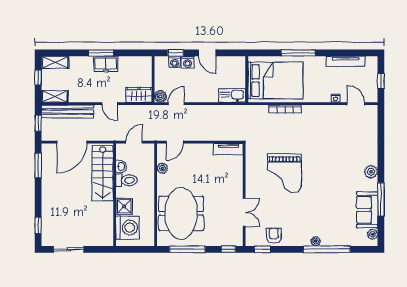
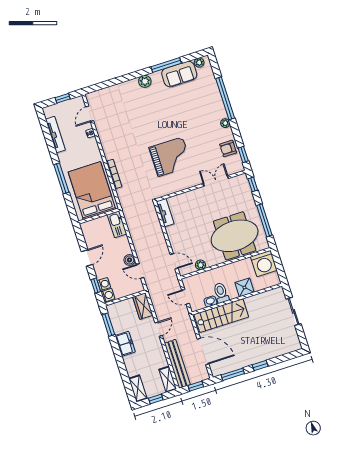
window: (101, 53) -> (108, 325), moved
washing machine: (188, 62) -> (108, 295), moved
boiler: (160, 96) -> (129, 260), moved
window: (38, 225) -> (260, 365), moved
washing machine: (128, 228) -> (264, 263), moved, turned 180
plant: (316, 241) -> (225, 123), moved
sliding door: (69, 249) -> (294, 311), moved

